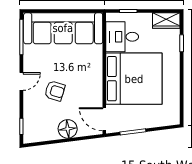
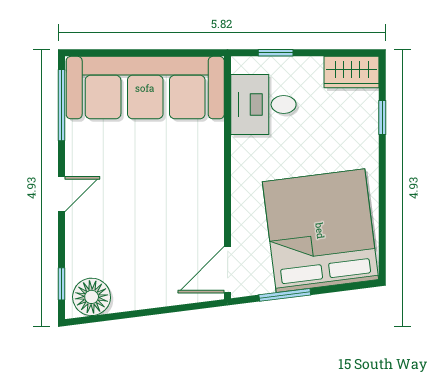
bed: (134, 79) -> (320, 231), moved, turned -97
armchair: (55, 91) -> (128, 213), removed
door: (104, 119) -> (228, 270), hinge flipped
floor lamp: (68, 129) -> (92, 297), moved

